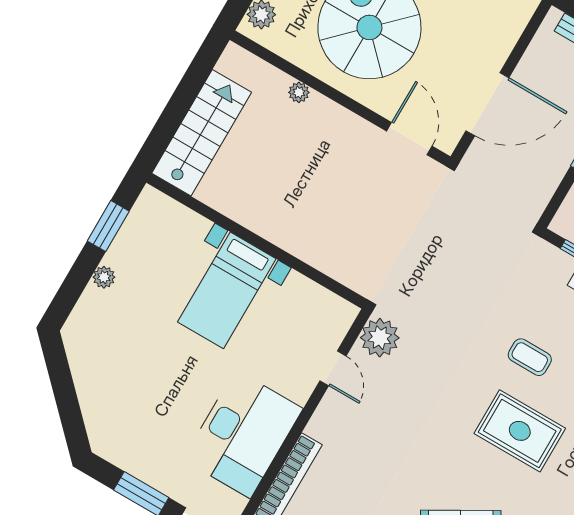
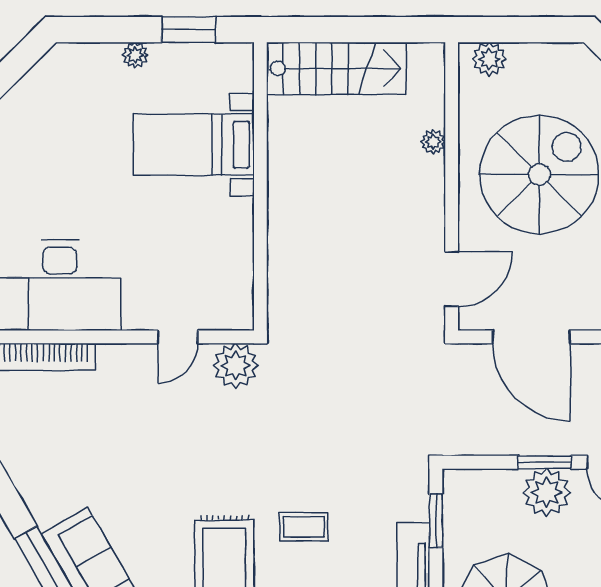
bed with nightstands: (227, 290) -> (194, 145), moved
coffee table: (530, 357) -> (304, 527), turned 90

